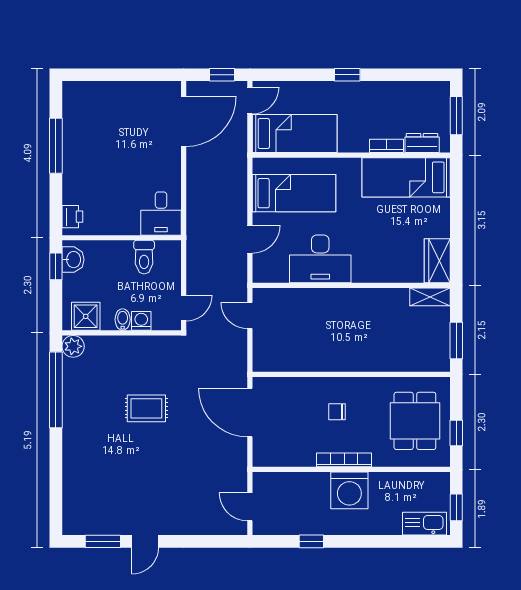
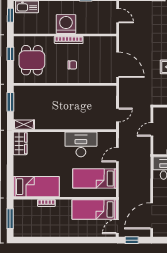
window: (347, 75) -> (67, 240), removed
dresser: (422, 143) -> (28, 204), removed
door: (184, 308) -> (152, 129), moved
door: (250, 316) -> (117, 115), hinge flipped

